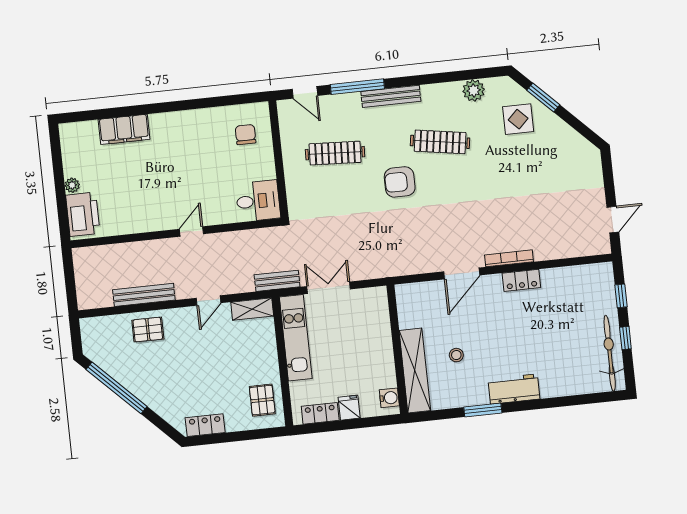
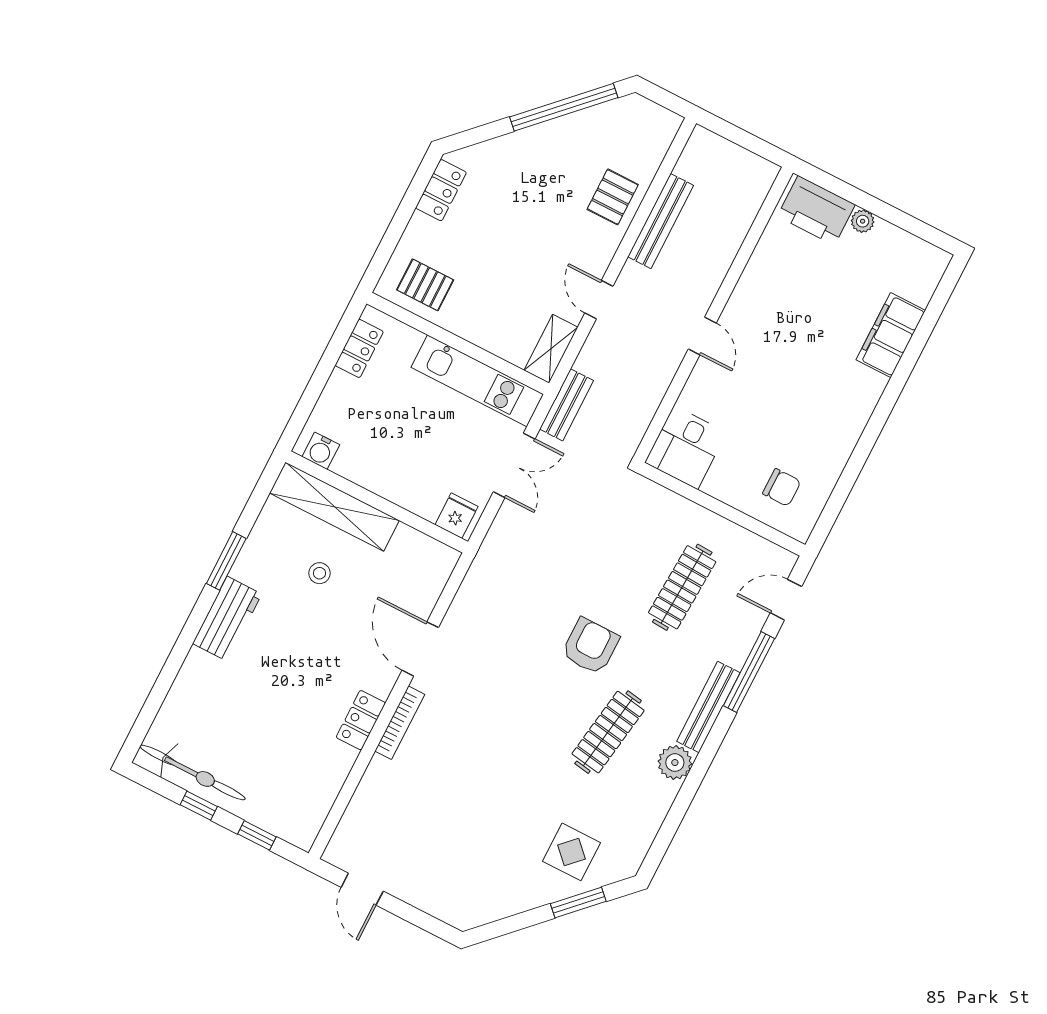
plant: (474, 90) -> (675, 763), moved
fridge: (349, 408) -> (456, 516), moved, turned -90

